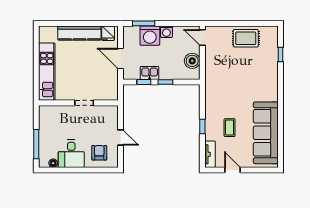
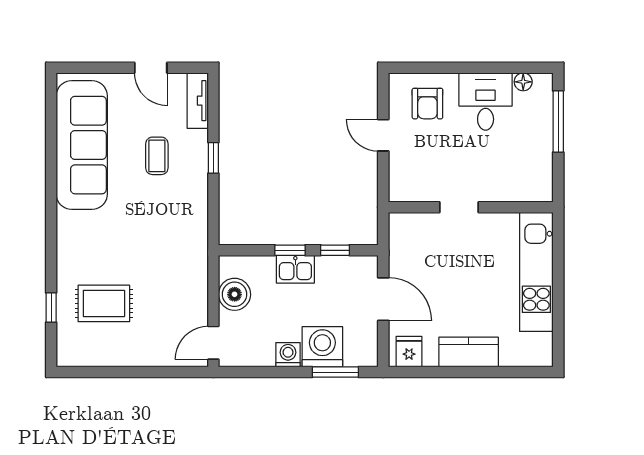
kitchen counter: (79, 33) -> (469, 352), width x0.67
door: (202, 38) -> (213, 343), swing flipped
rug: (246, 38) -> (104, 303), moved
kitchen sink: (150, 73) -> (295, 269), moved

